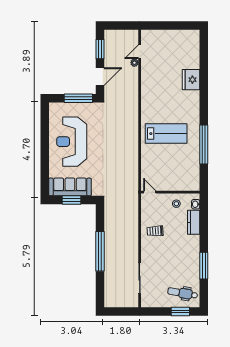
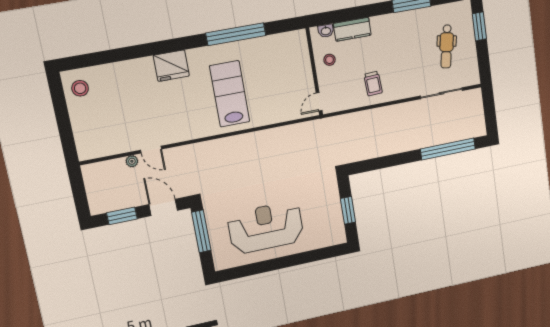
stool: (187, 40) -> (80, 88), added
door: (140, 52) -> (151, 150), moved
fridge: (191, 80) -> (171, 66), moved
reception desk: (72, 142) -> (266, 227), turned 180
sofa: (70, 187) -> (330, 216), removed
window: (100, 251) -> (448, 149), moved
dental chair: (183, 293) -> (447, 46), moved

